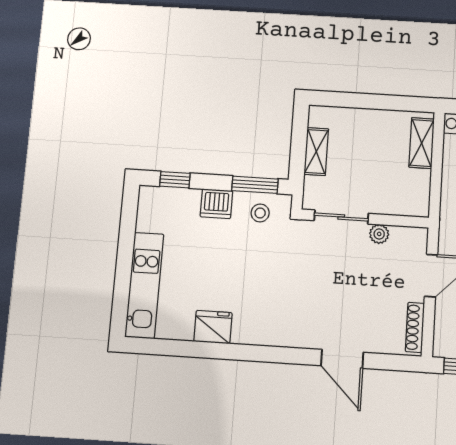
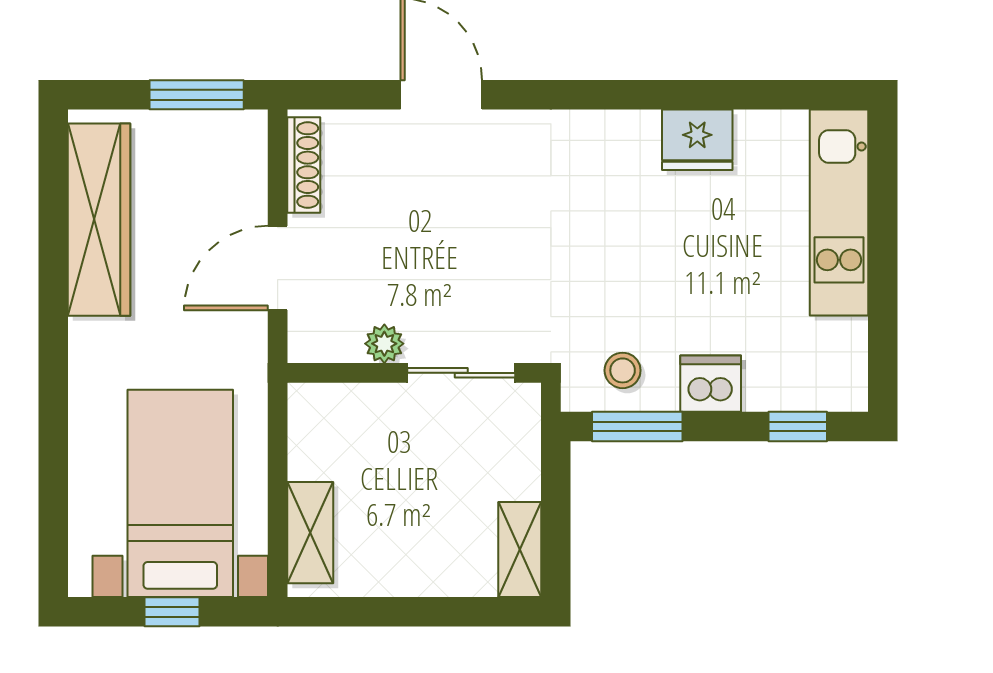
shelving: (316, 152) -> (520, 550), moved

